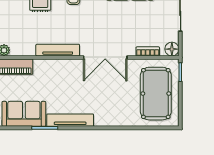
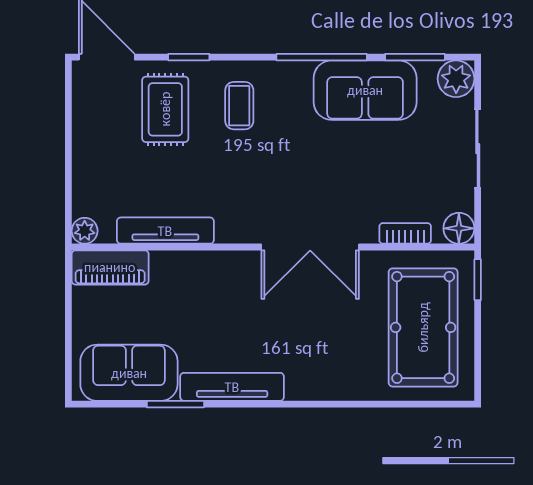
tv unit: (58, 50) -> (165, 231), moved

